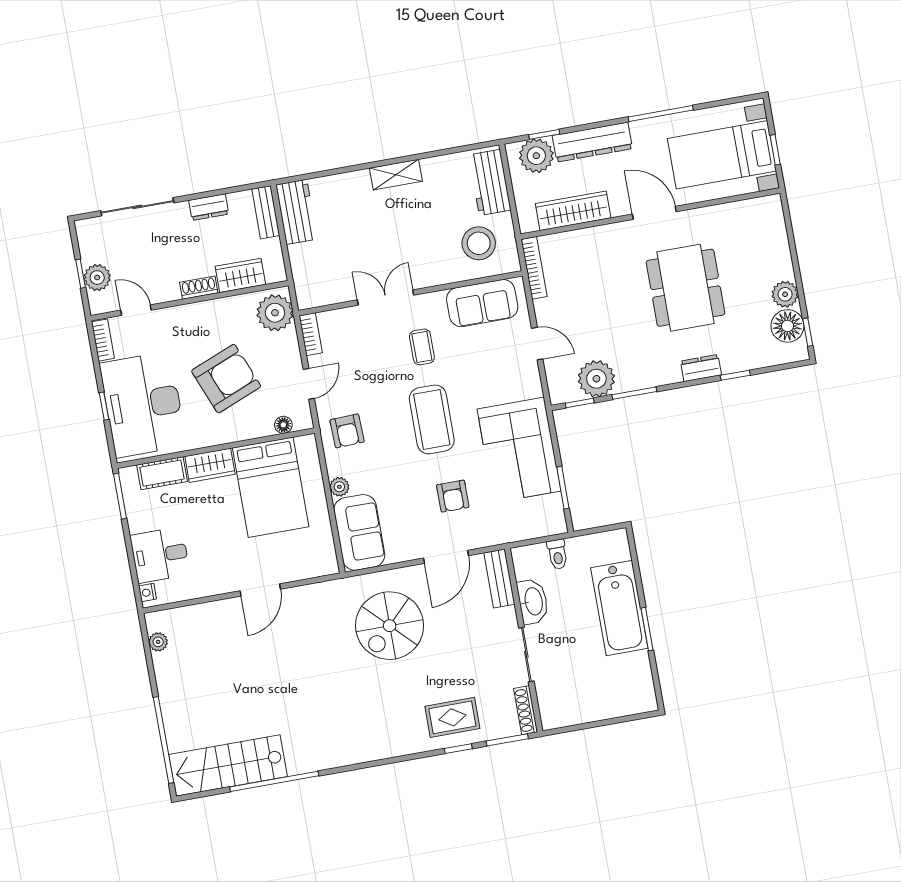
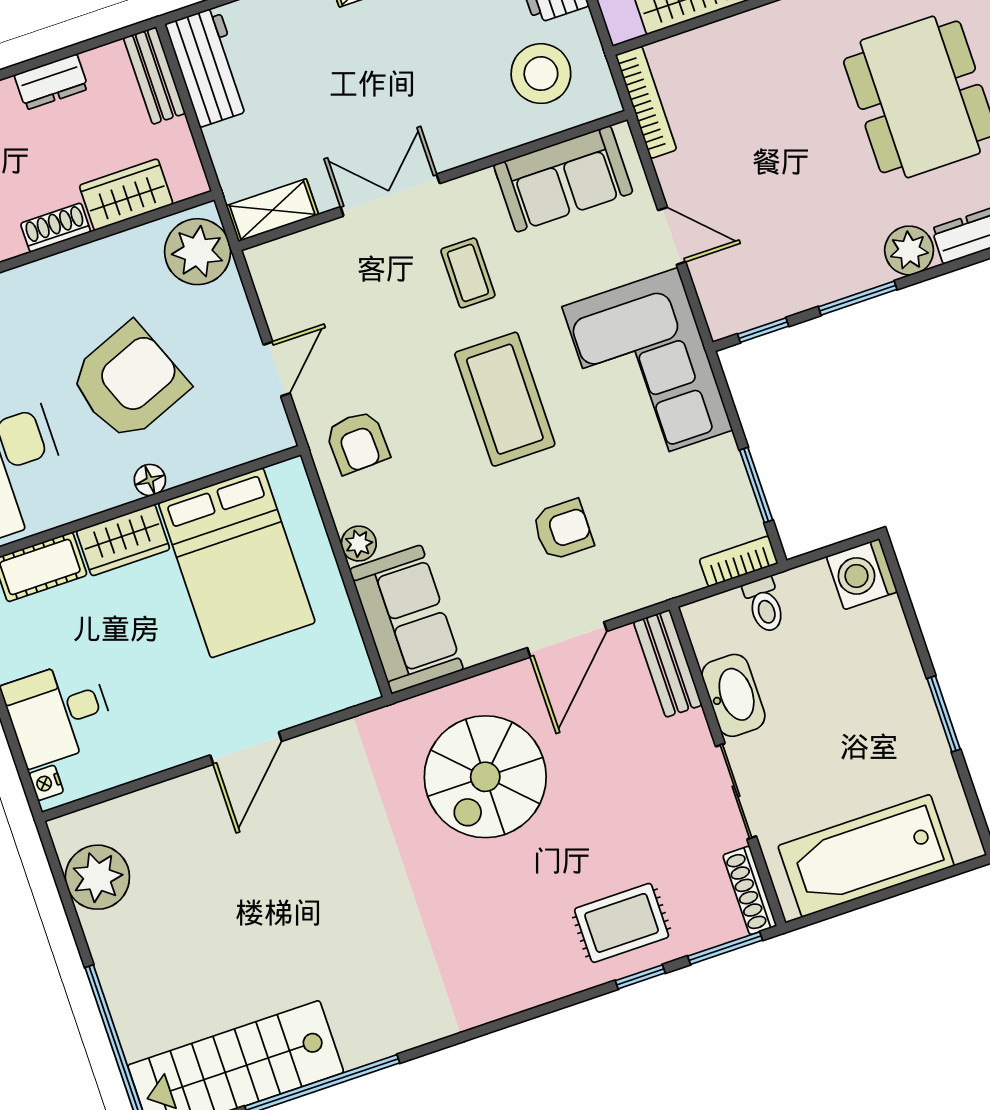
shelving: (320, 296) -> (272, 210), added
bookcase: (311, 334) -> (738, 561), moved, turned -90
plant: (596, 379) -> (909, 250), moved, width x0.73, depth x0.73
floor lamp: (283, 425) -> (150, 480), moved
corner sofa: (519, 450) -> (647, 368), moved
armchair: (453, 496) -> (563, 530), turned -90
washing machine: (614, 545) -> (862, 574), added
bathtub: (619, 608) -> (866, 856), moved, turned 90
plant: (158, 642) -> (97, 877), width x1.88, depth x1.88

